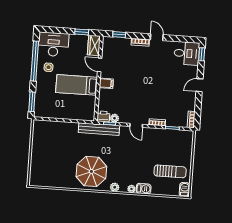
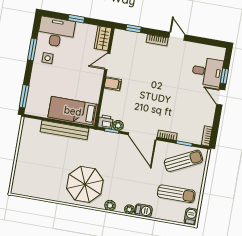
window: (82, 32) -> (76, 19), moved
desk: (187, 53) -> (207, 72), moved
window: (202, 54) -> (224, 76), moved
window: (35, 61) -> (32, 49), width x0.47
door: (100, 65) -> (107, 62), hinge flipped
bed: (77, 85) -> (73, 111), moved
door: (200, 85) -> (221, 97), hinge flipped
door: (136, 125) -> (142, 136), width x1.87
bench: (99, 129) -> (64, 130), moved
sun lounger: (173, 143) -> (183, 161), added

